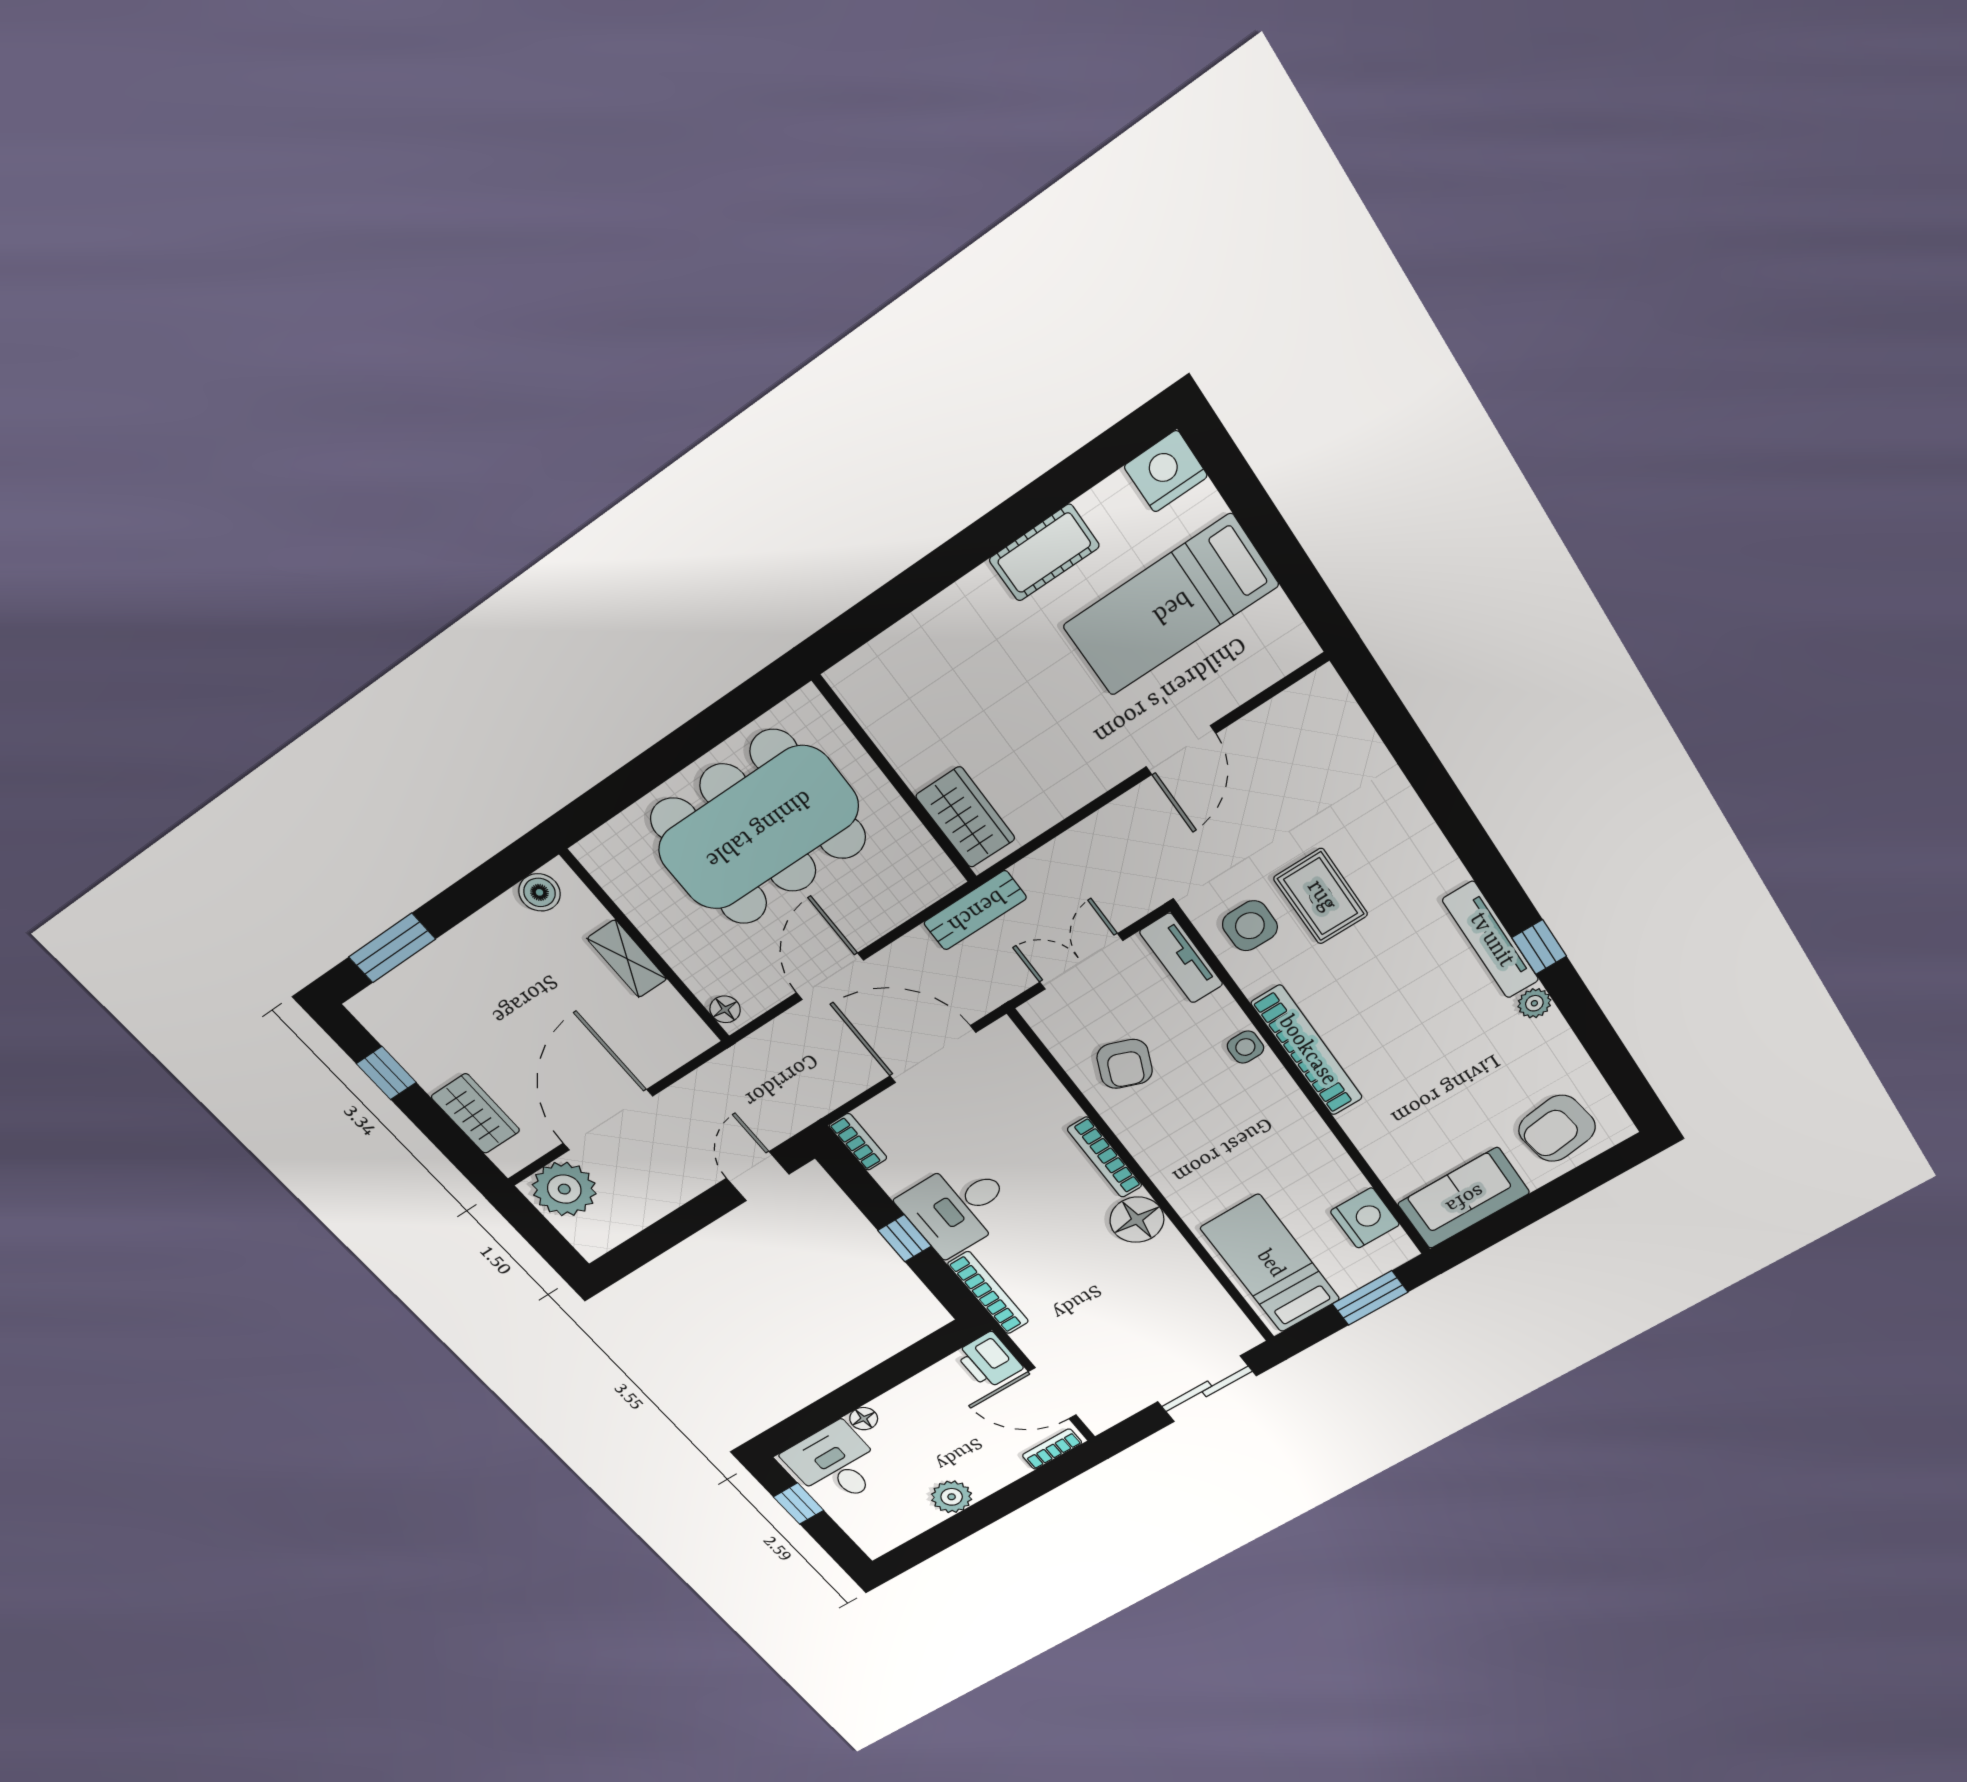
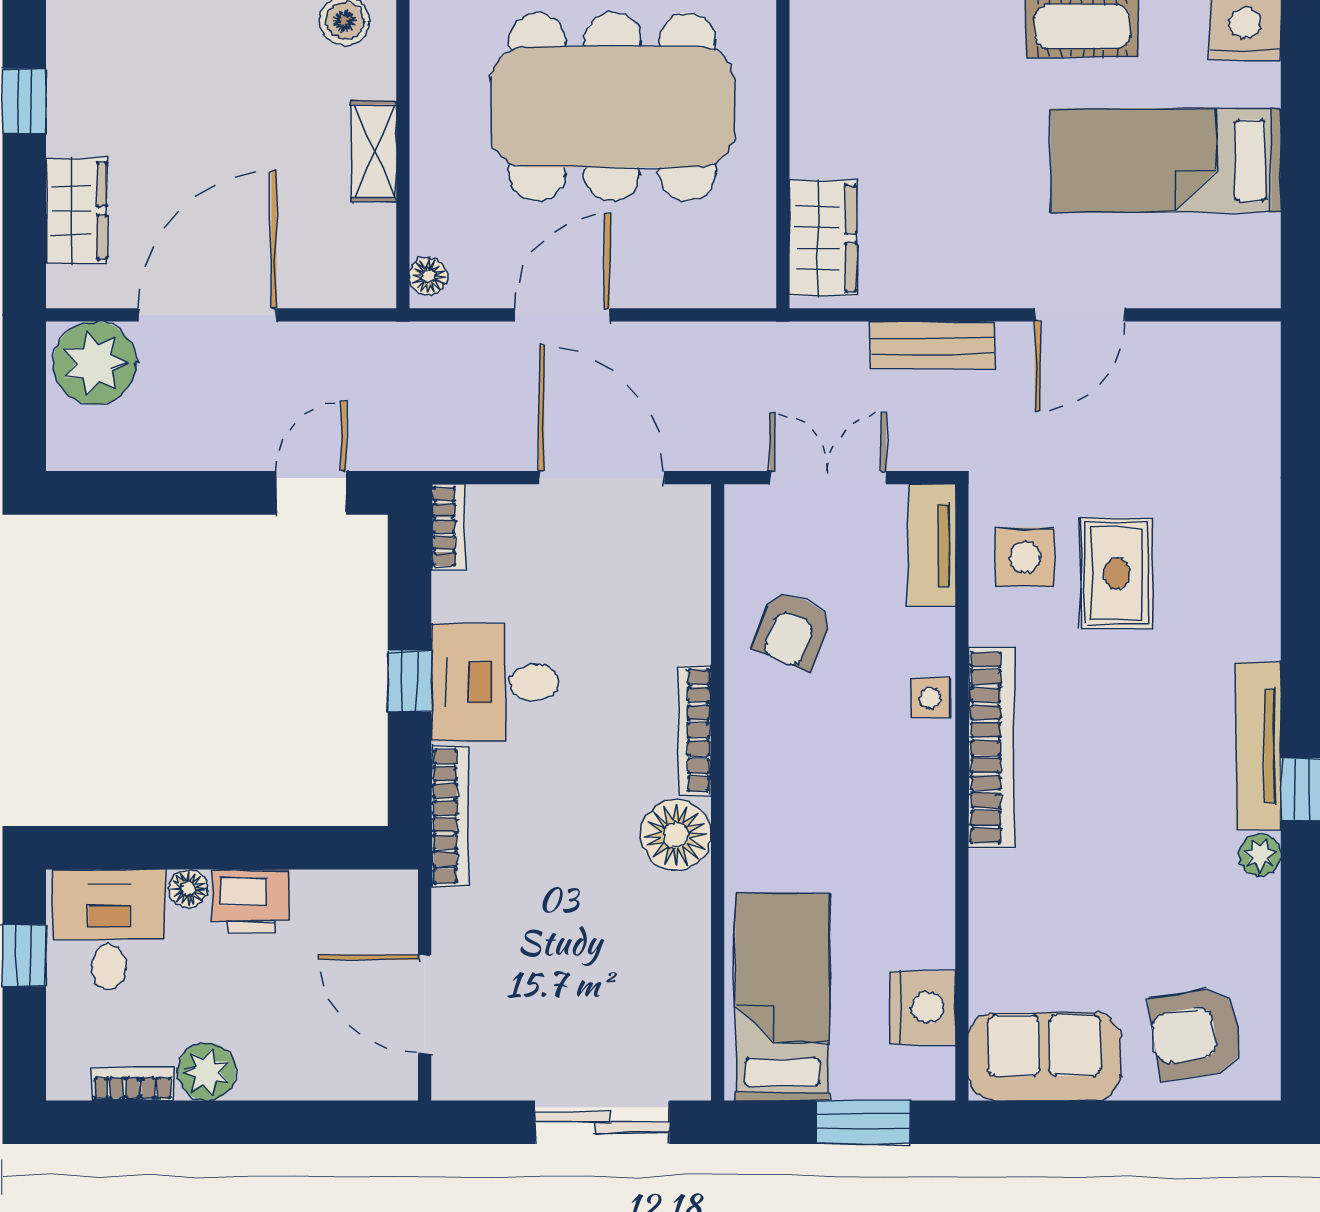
bench: (975, 910) -> (932, 345), moved
printer: (989, 1360) -> (251, 902), moved, turned -90
bookcase: (1052, 1449) -> (132, 1084), moved

